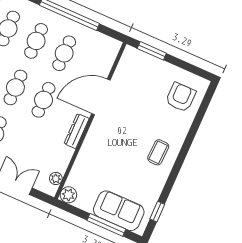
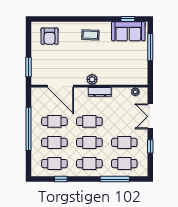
door: (101, 97) -> (61, 86), moved
armchair: (181, 97) -> (50, 36), turned -90
plant: (68, 195) -> (92, 79), moved
sofa: (119, 211) -> (128, 31), moved, turned -90

